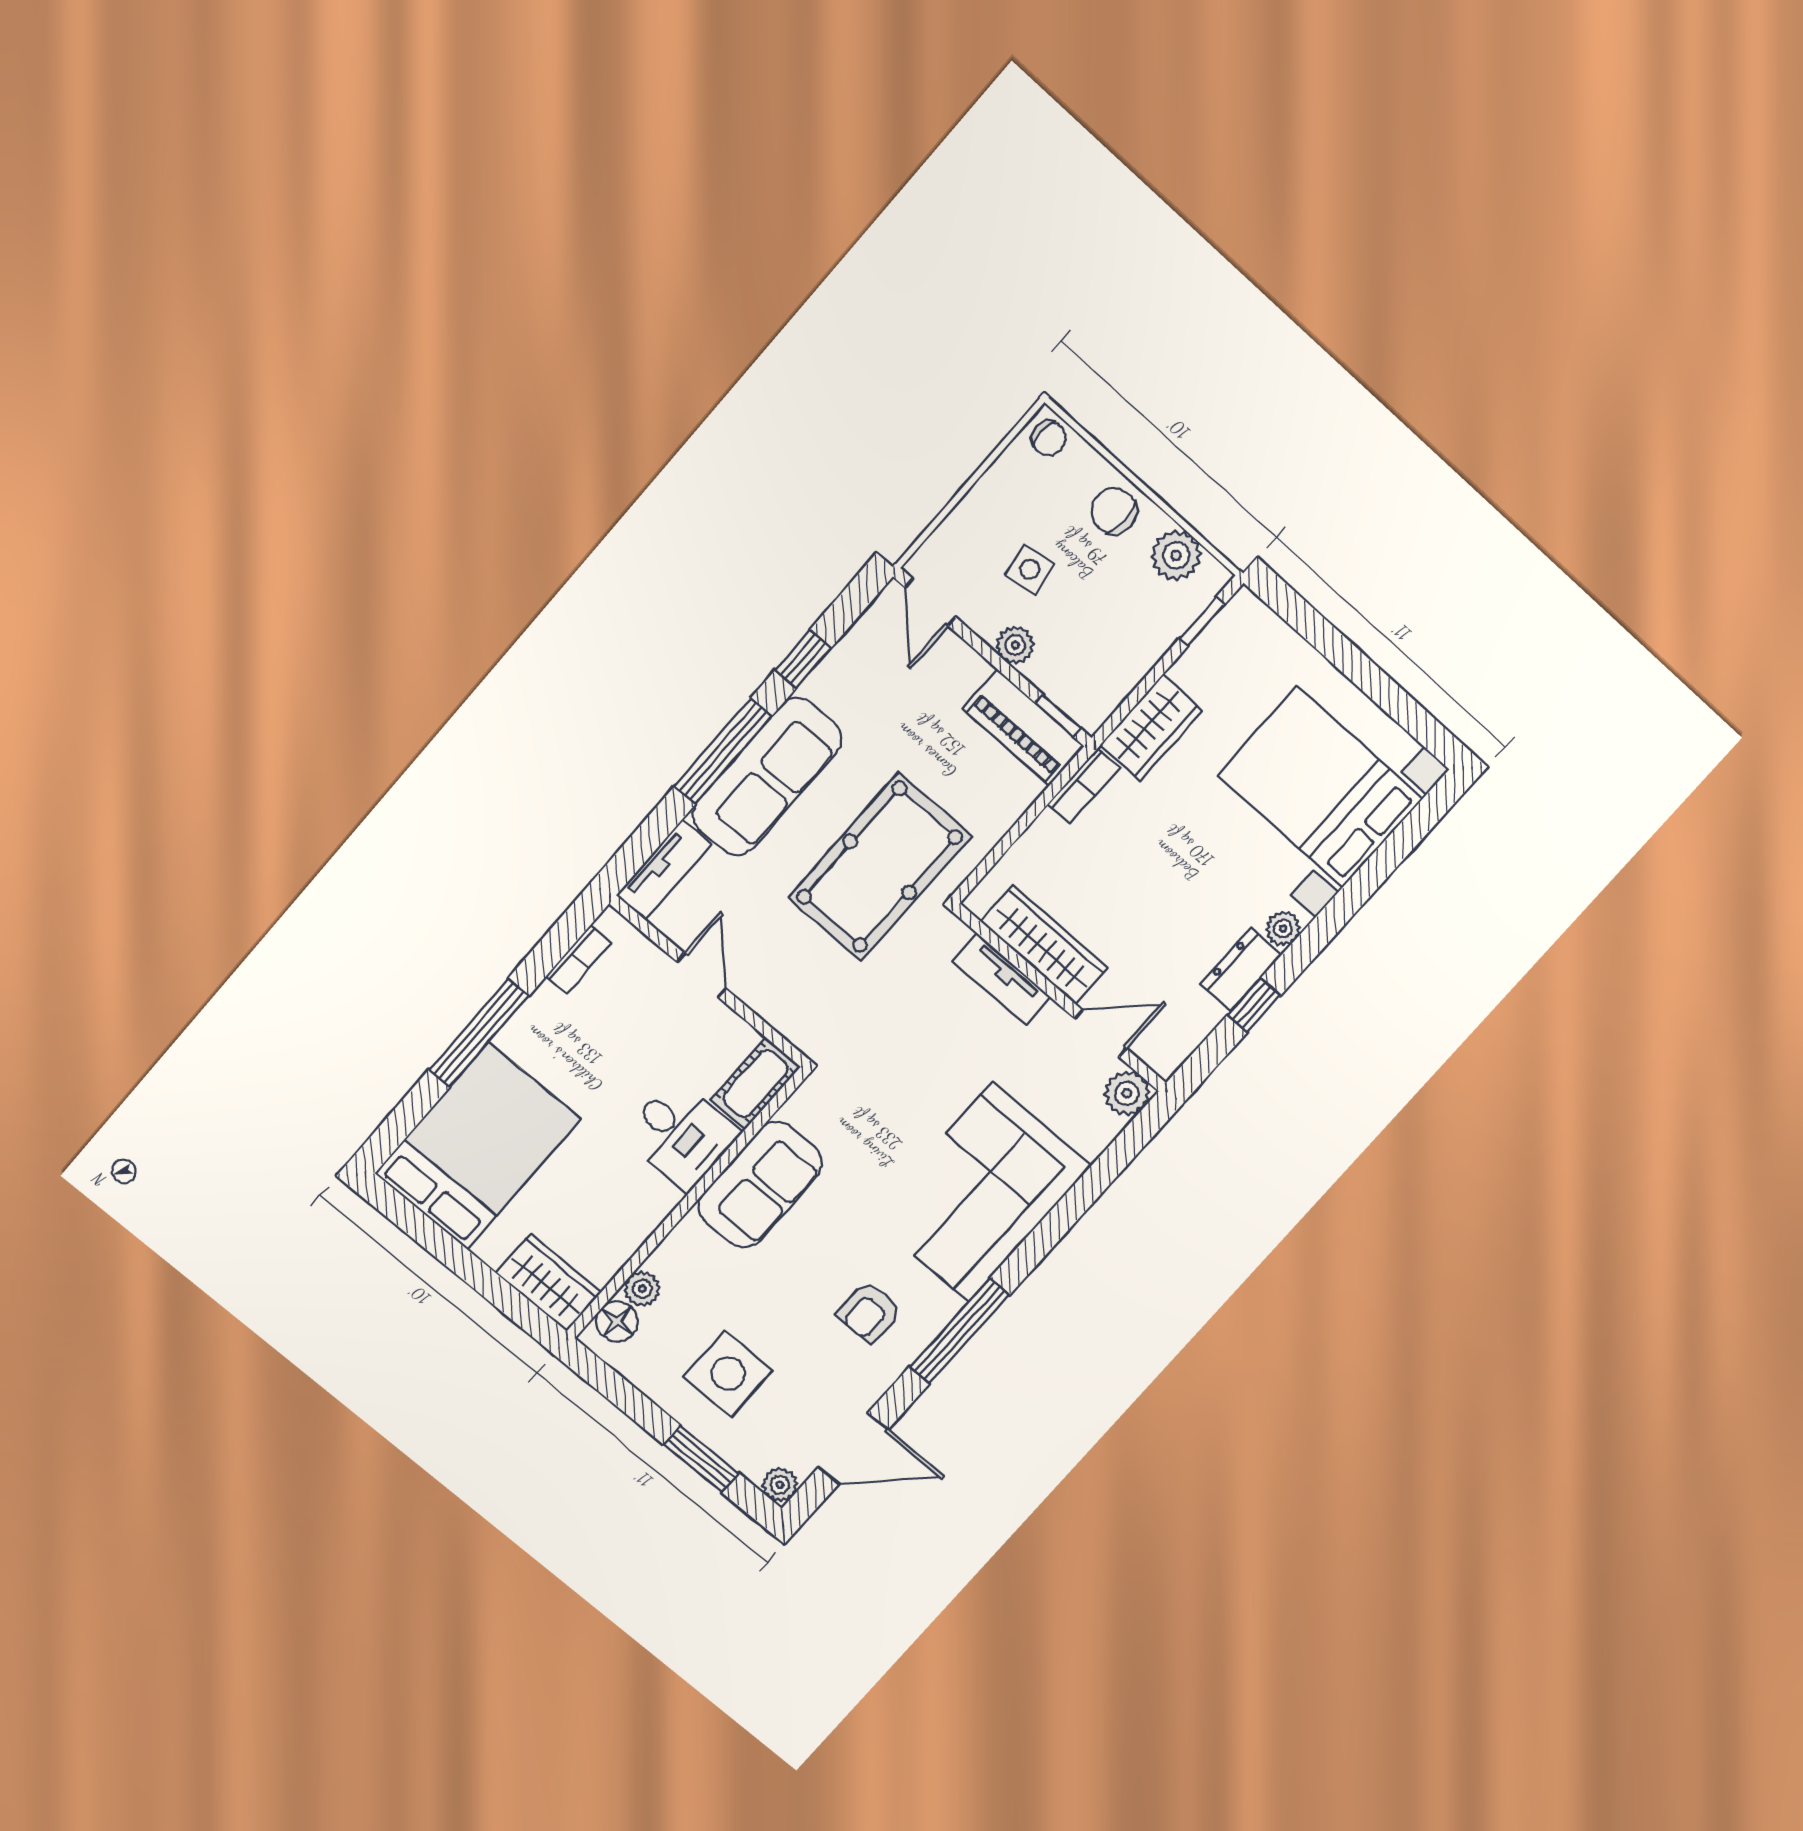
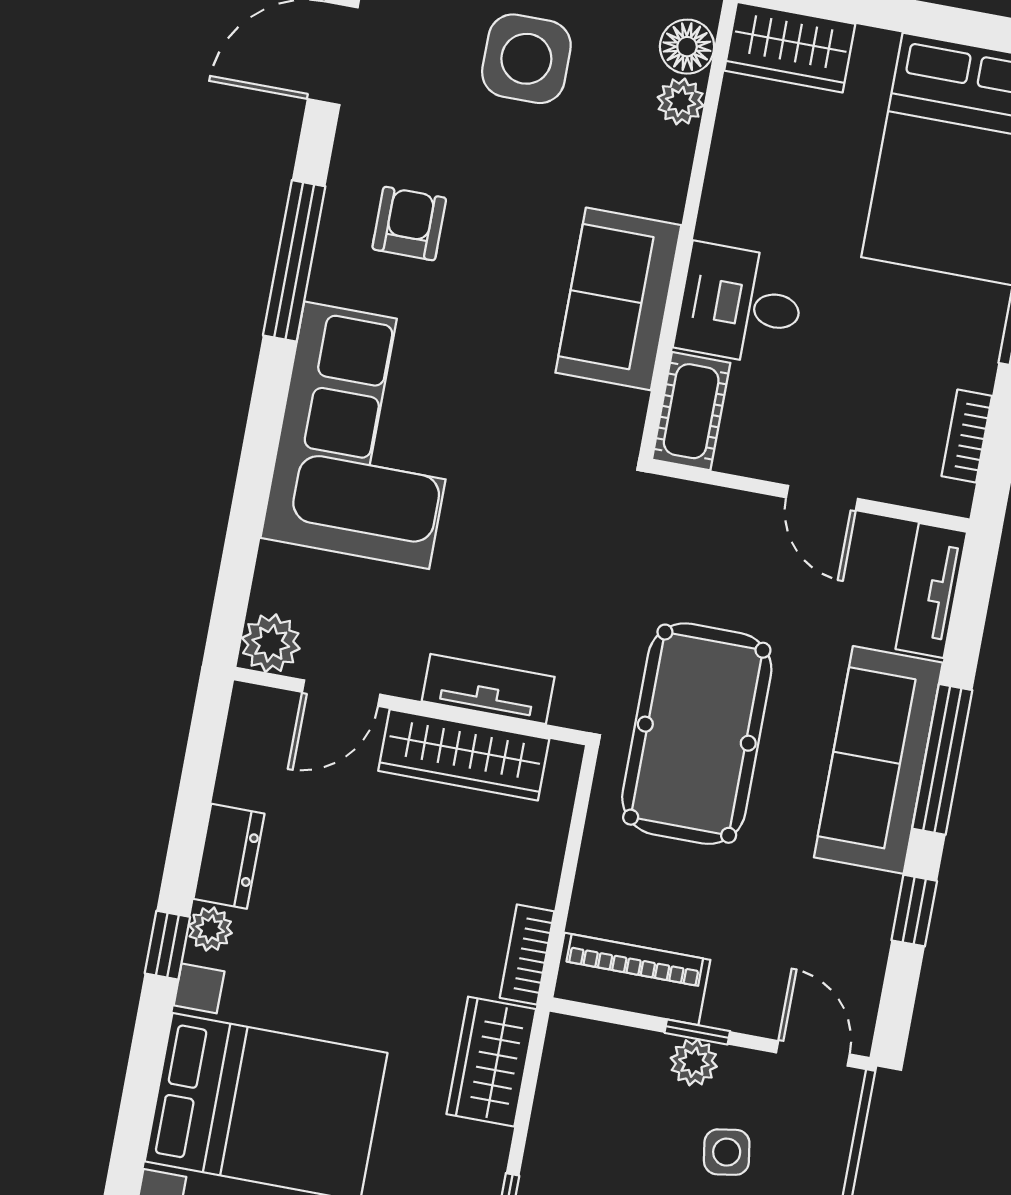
window: (1058, 716) -> (697, 1032), moved
window: (1254, 1005) -> (167, 945), moved

